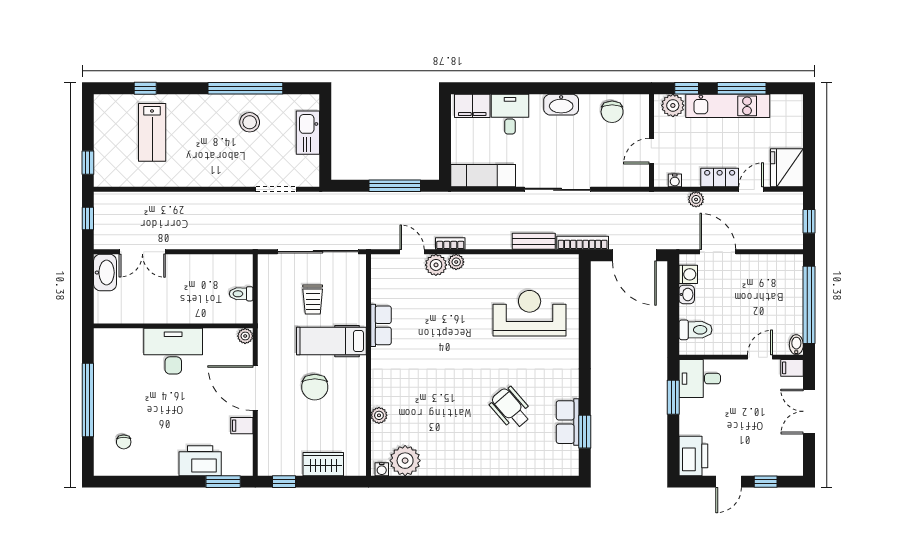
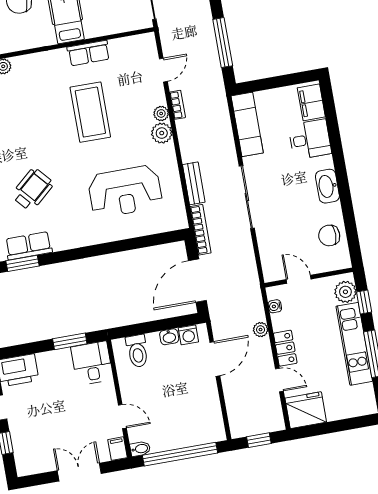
plant: (436, 265) -> (162, 133), moved
reception desk: (530, 313) -> (125, 191), turned 90
coffee table: (442, 334) -> (90, 112), added

